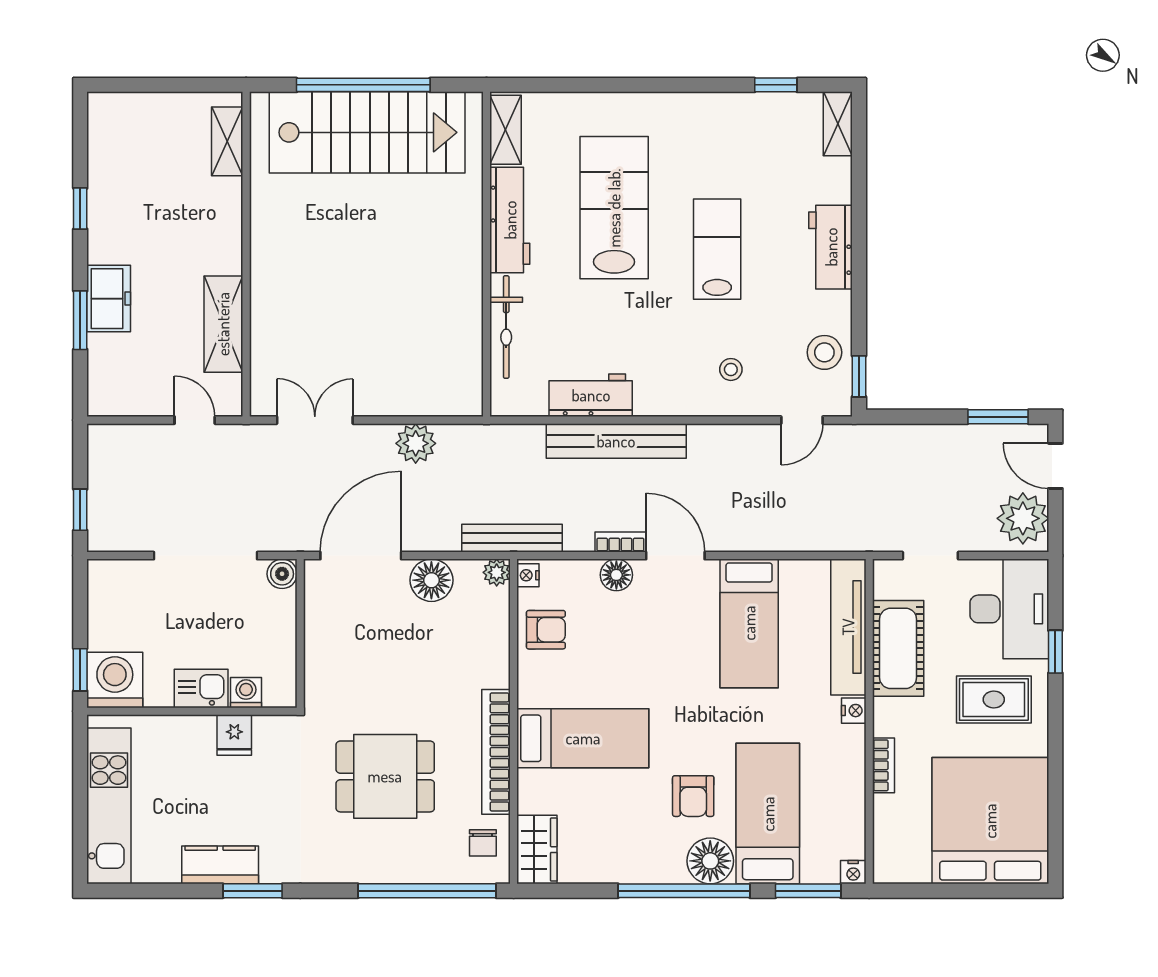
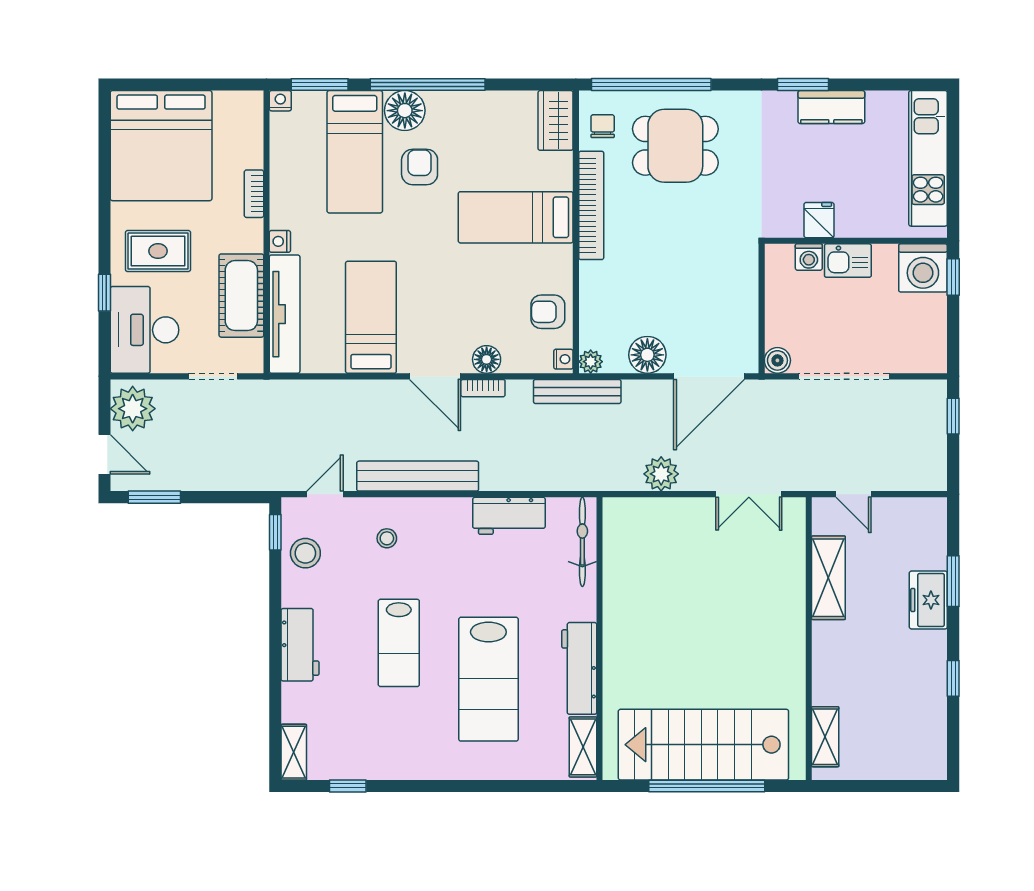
bicycle: (506, 327) -> (582, 542), moved
bench: (616, 441) -> (418, 476), moved
dining table: (385, 776) -> (675, 146), moved

